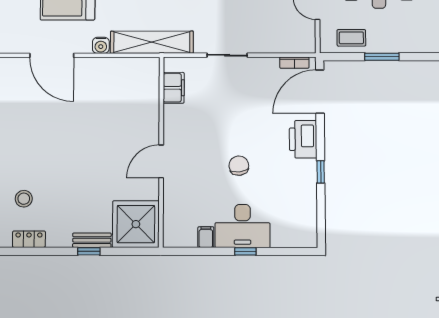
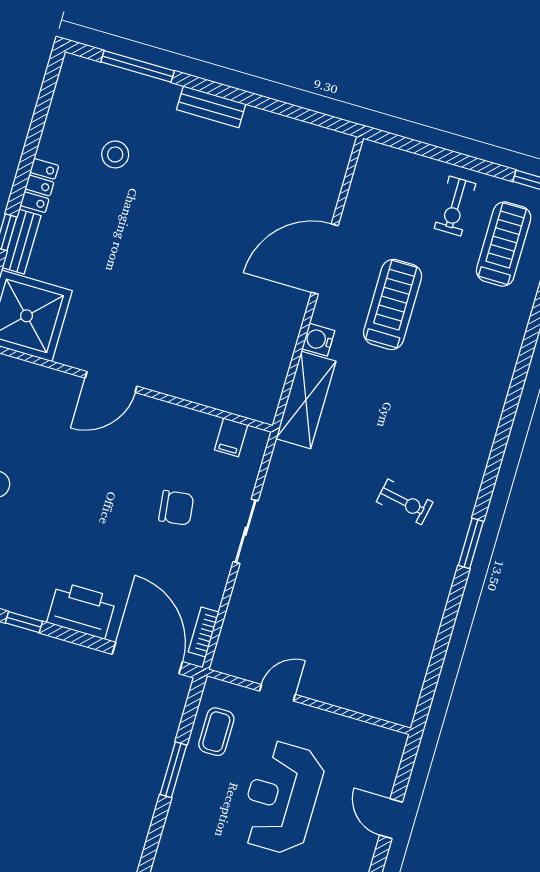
shelving: (152, 42) -> (306, 400), width x0.68
filing cabinet: (174, 88) -> (231, 437), width x0.50
door: (161, 161) -> (111, 382), swing flipped
chair: (239, 166) -> (176, 508), moved
locker: (29, 239) -> (39, 186), moved

